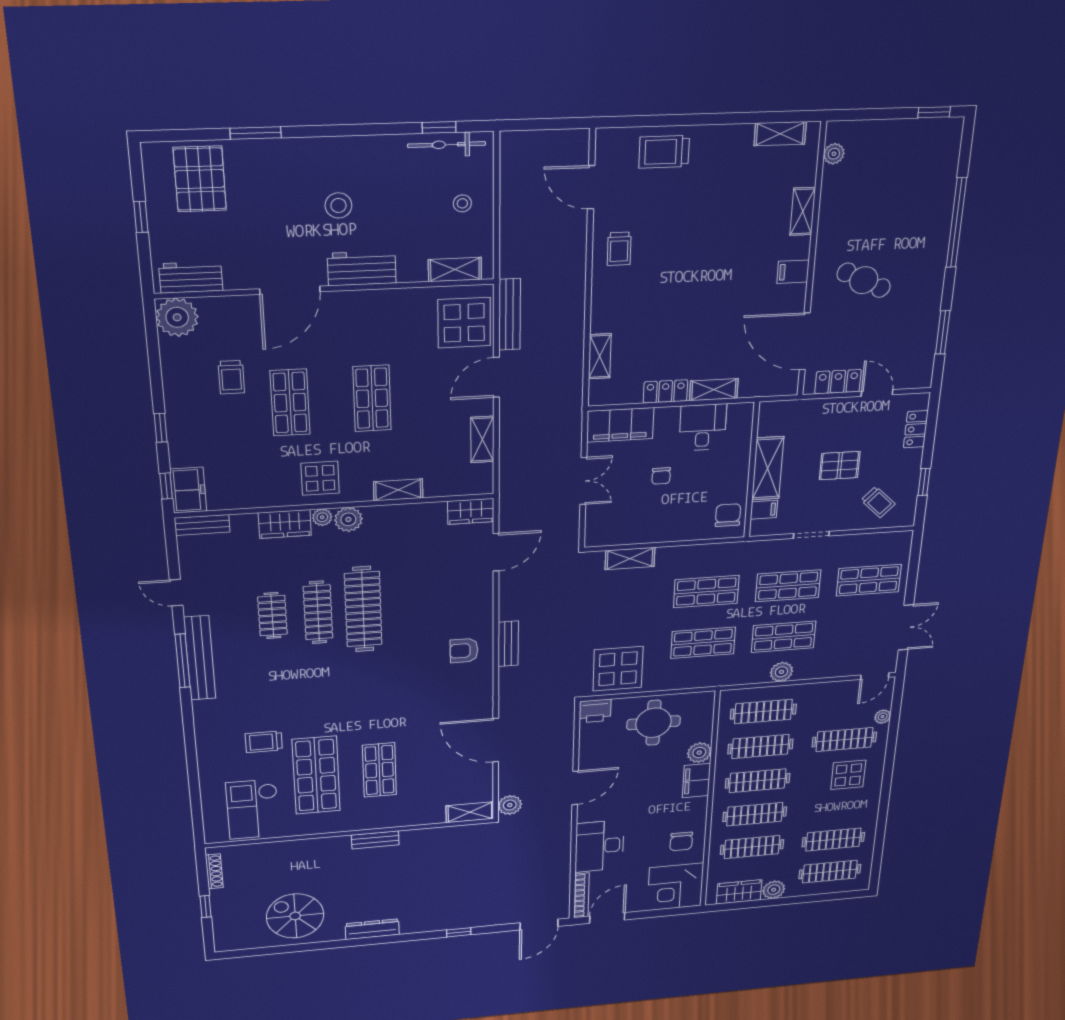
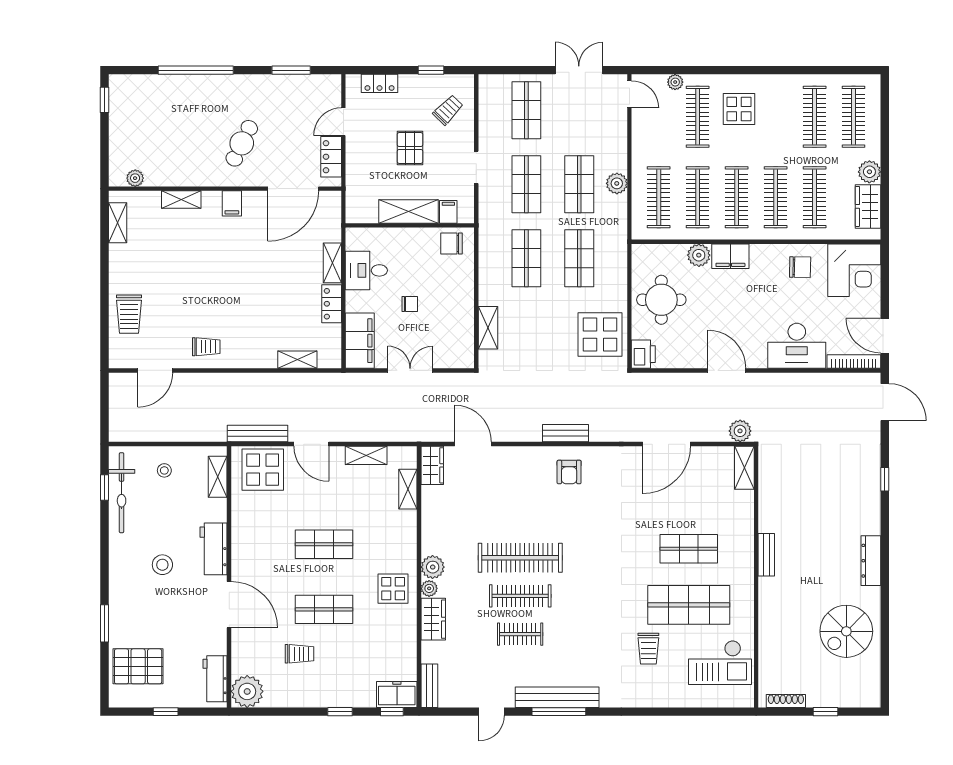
bicycle: (447, 145) -> (122, 493), width x1.37, depth x1.40
shelving: (398, 490) -> (408, 489), moved

